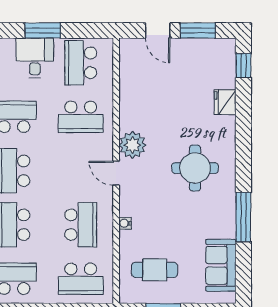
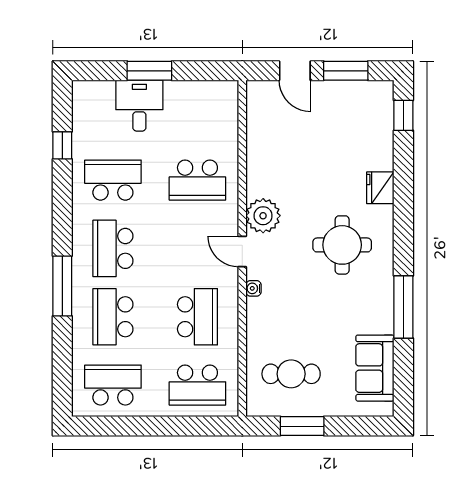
school desk: (81, 63) -> (197, 112), removed
fridge: (225, 102) -> (380, 188), moved
water cooler: (125, 223) -> (253, 288), moved

